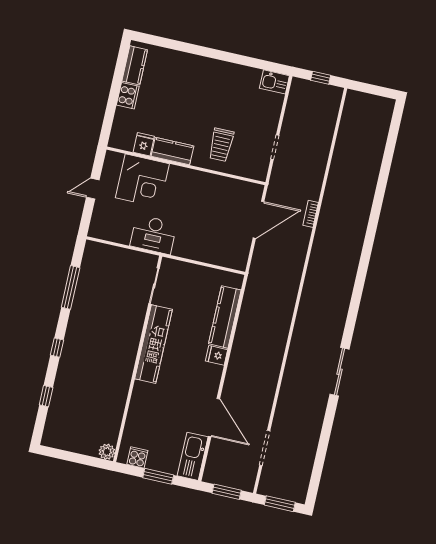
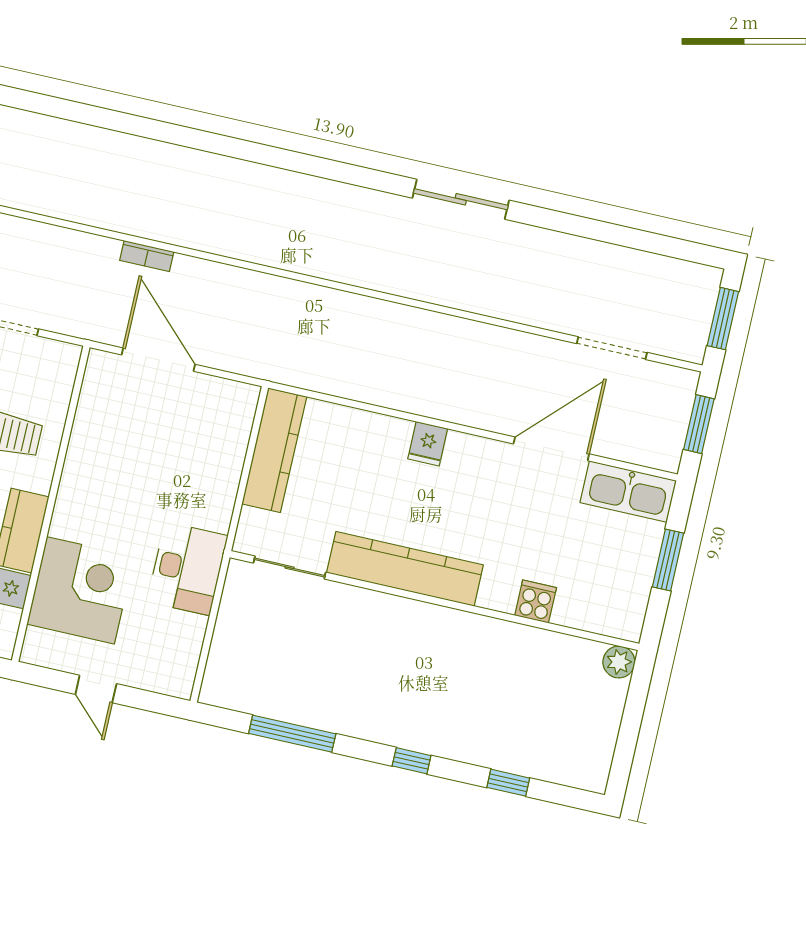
kitchen counter: (225, 317) -> (274, 450), moved, turned -90
cooker: (137, 457) -> (536, 602), moved, turned 90

